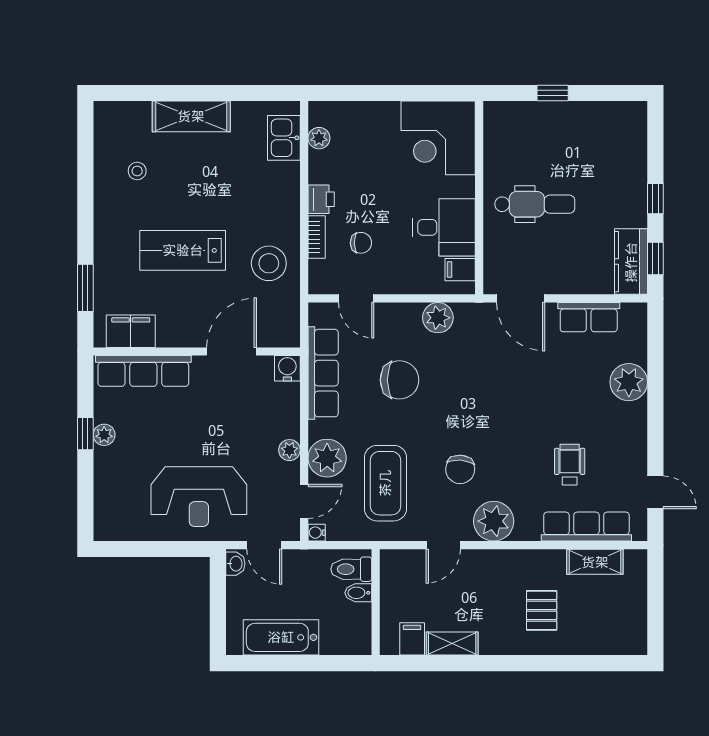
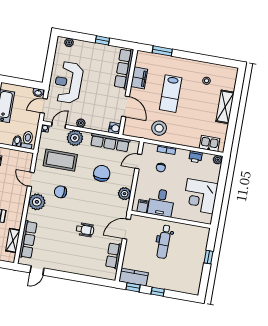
plant: (319, 138) -> (218, 160), moved
corner desk: (438, 138) -> (200, 196), moved, turned -90
printer: (321, 199) -> (195, 157), moved
lab bench: (183, 250) -> (171, 94), turned 180
filing cabinet: (131, 331) -> (139, 78), moved
chair: (399, 380) -> (102, 173), turned 180
plant: (629, 382) -> (84, 267), removed
plant: (104, 435) -> (69, 42), moved
wheelchair: (570, 465) -> (85, 230), moved
door: (304, 501) -> (59, 125), swing flipped

